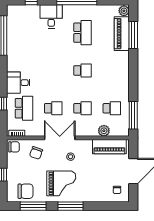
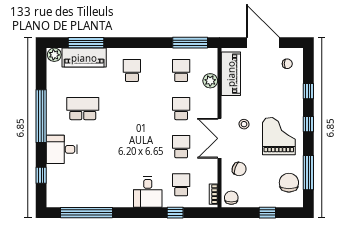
school desk: (83, 70) -> (132, 70), moved
school desk: (24, 108) -> (181, 185), width x0.54
window: (71, 206) -> (308, 124), width x0.46
window: (96, 206) -> (308, 91), added

